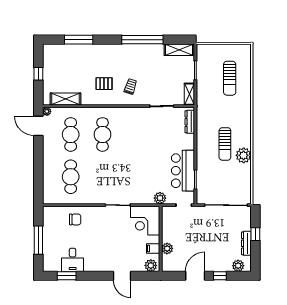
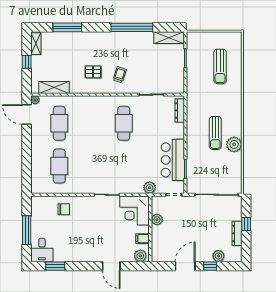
shelving: (189, 94) -> (36, 44), moved
cafe table: (103, 134) -> (124, 123), moved
plant: (167, 248) -> (157, 220), moved
desk: (73, 260) -> (42, 250), moved
plant: (238, 266) -> (218, 256), moved

